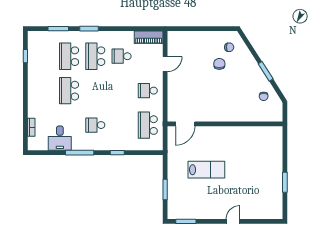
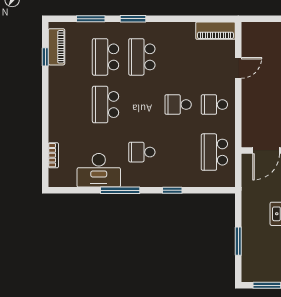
piano: (34, 49) -> (56, 47), added
school desk: (122, 56) -> (178, 105), moved
desk: (60, 138) -> (99, 170), width x1.37

